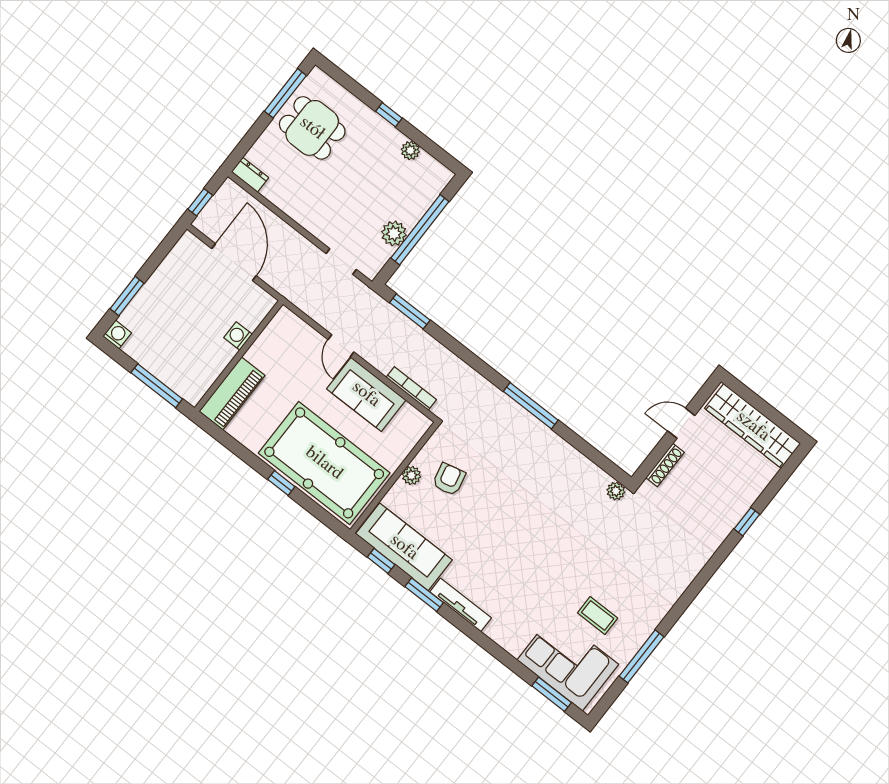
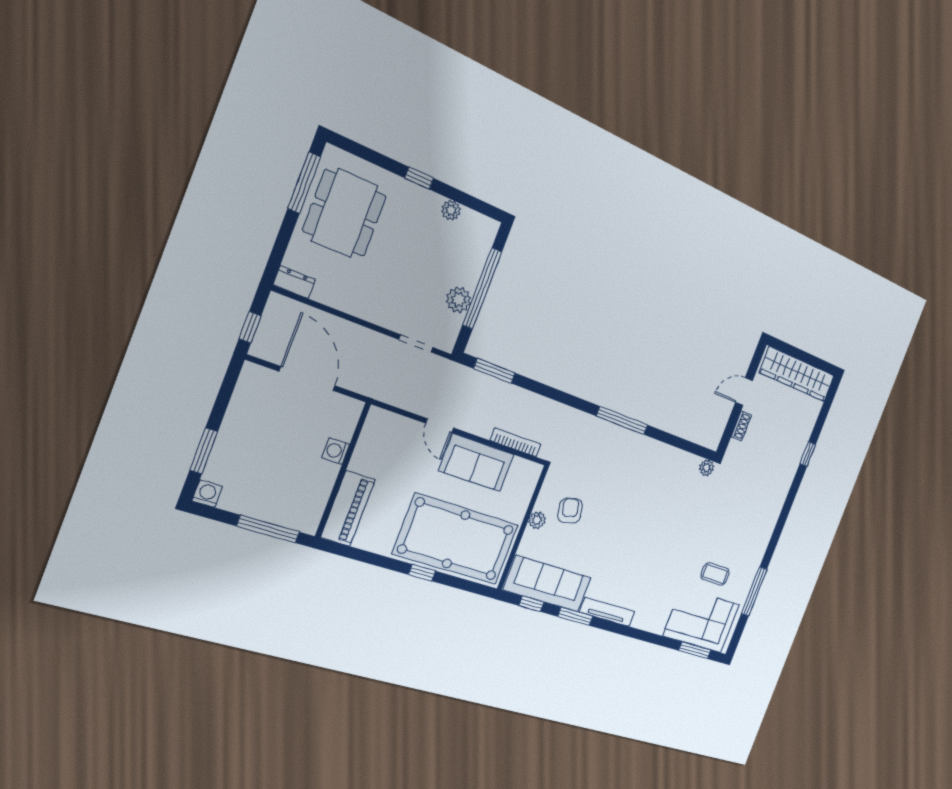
dining table: (312, 128) -> (345, 213), width x1.38
shoe rack: (665, 465) -> (741, 426), width x0.70

